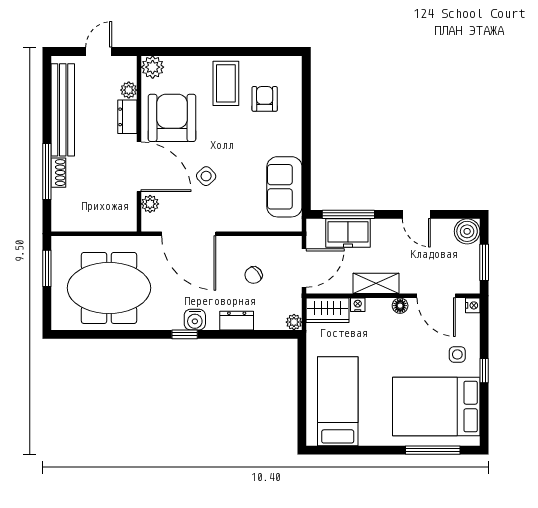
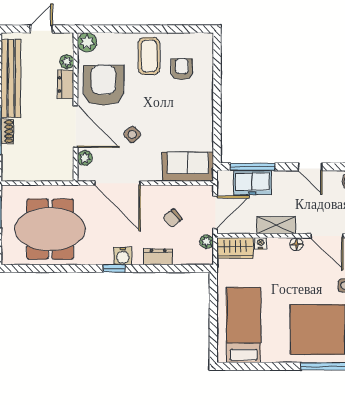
sofa: (284, 187) -> (188, 167), moved, turned 90
plant: (294, 322) -> (207, 242), moved

